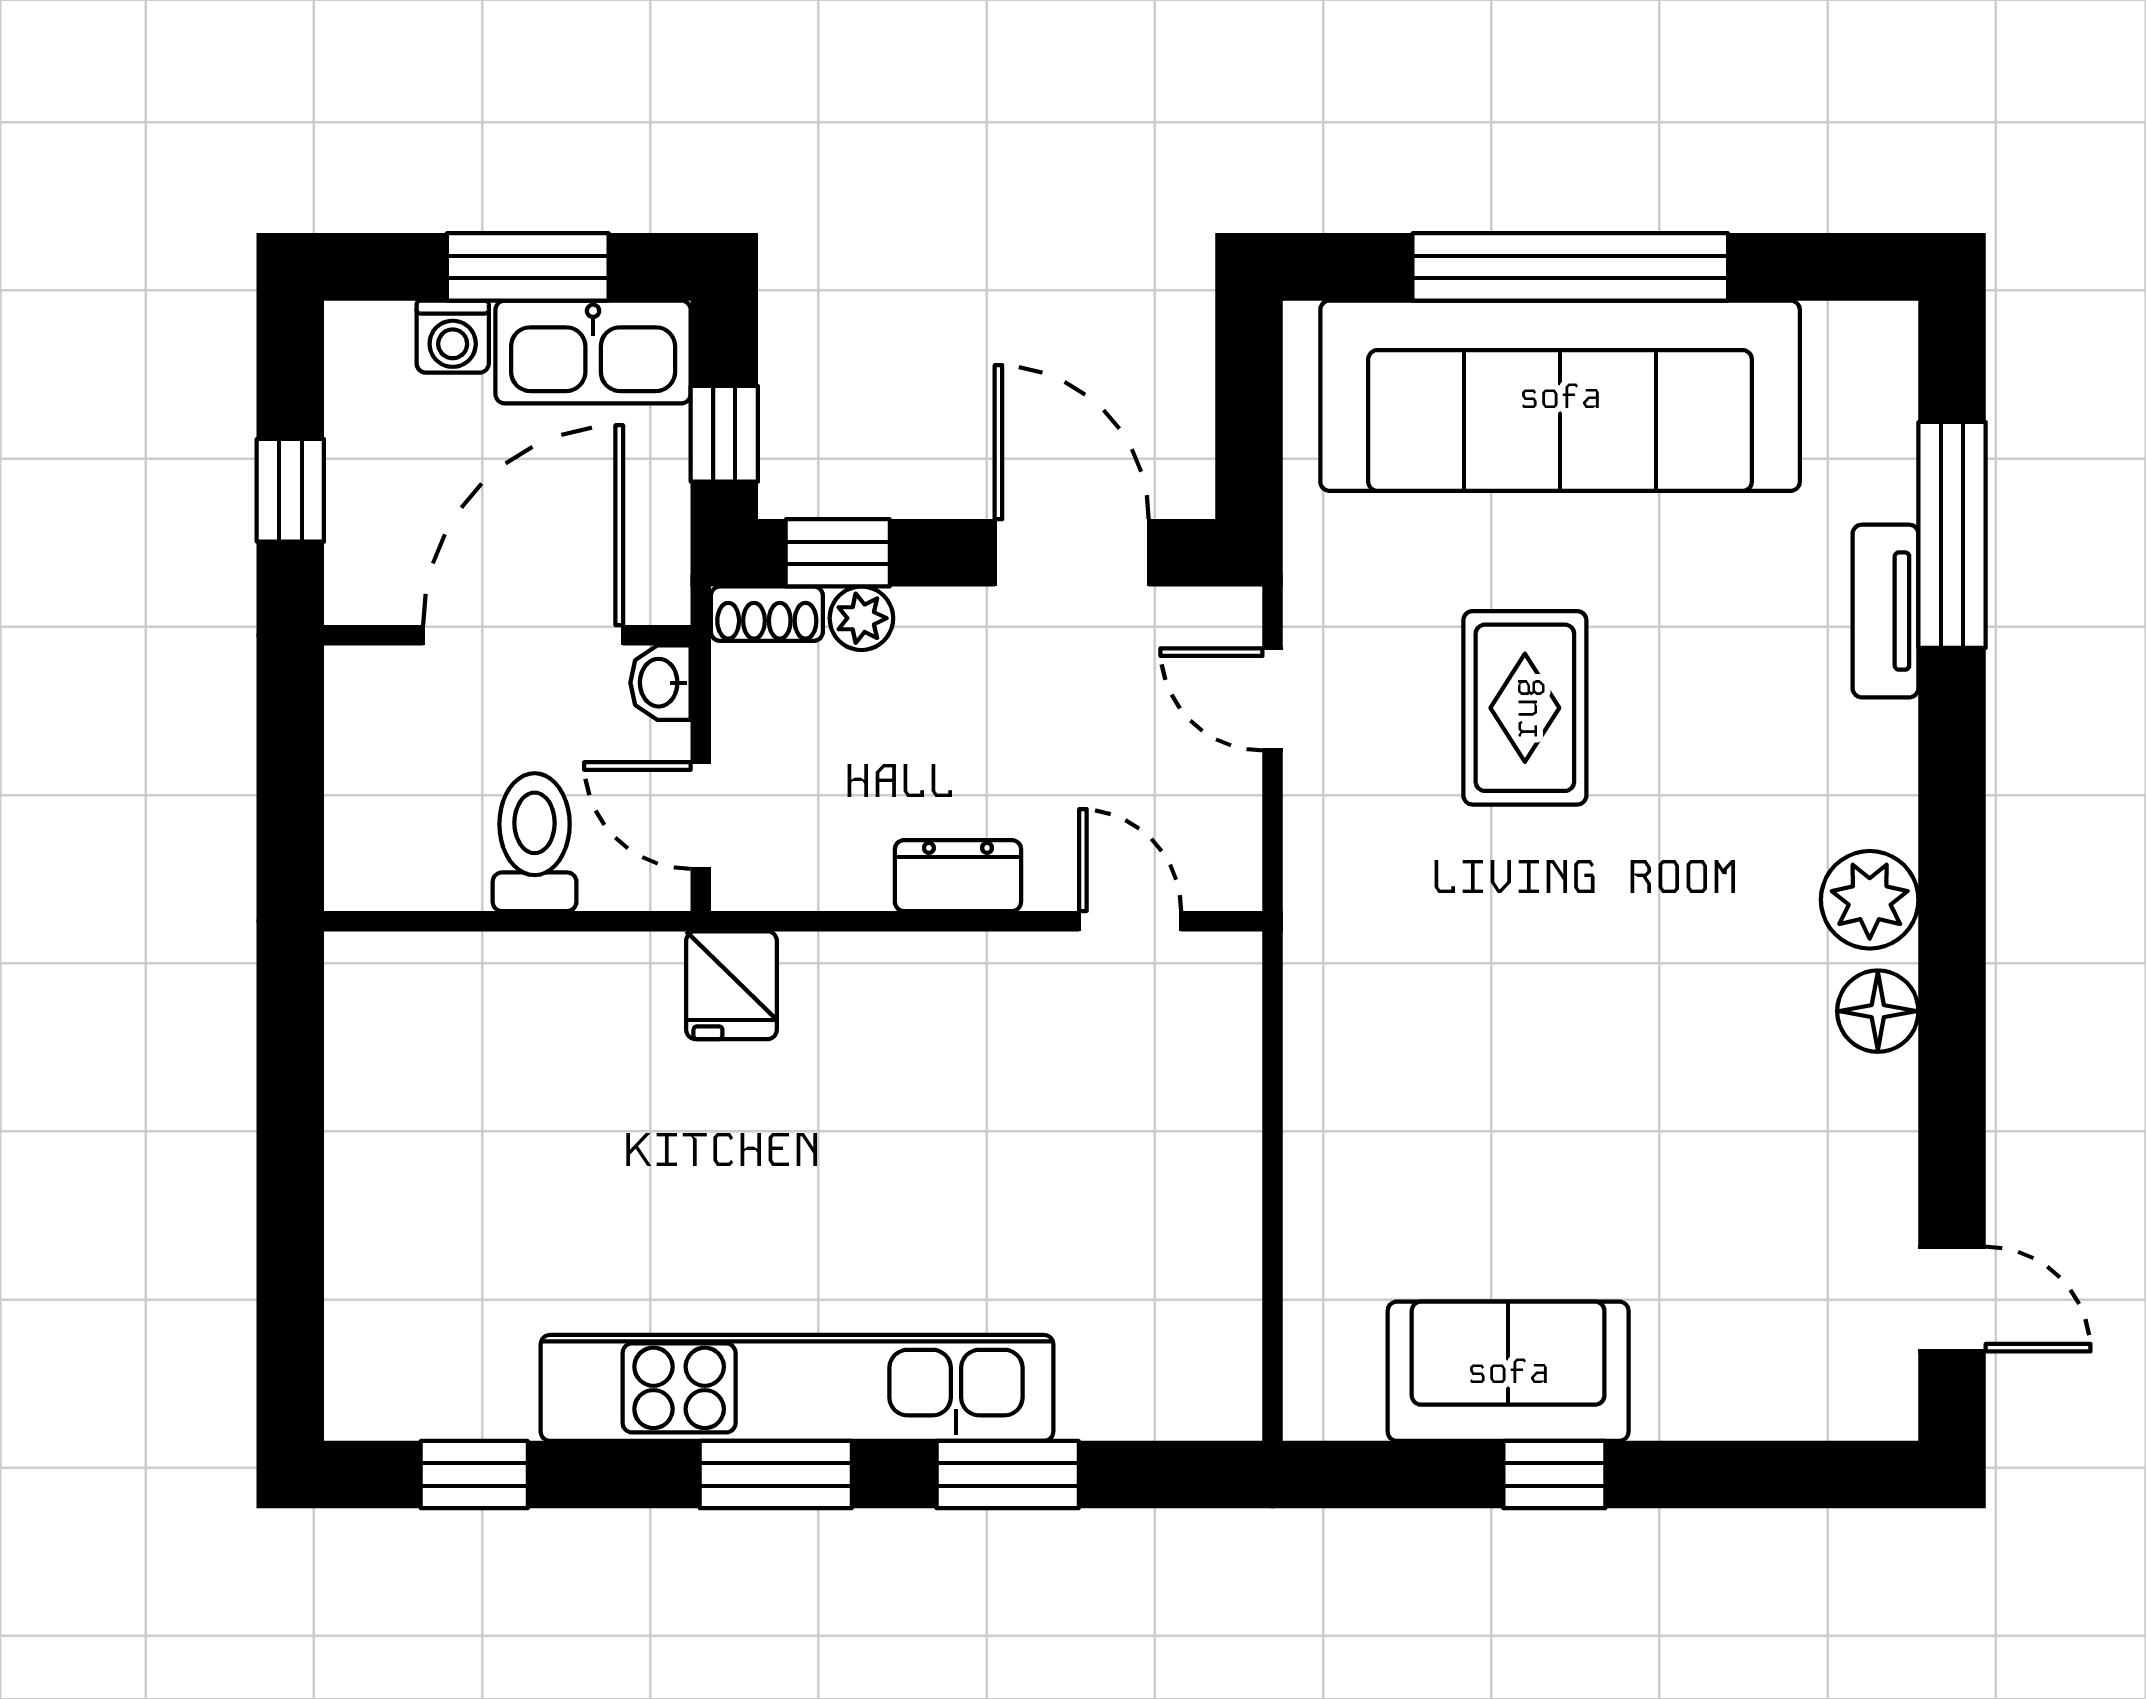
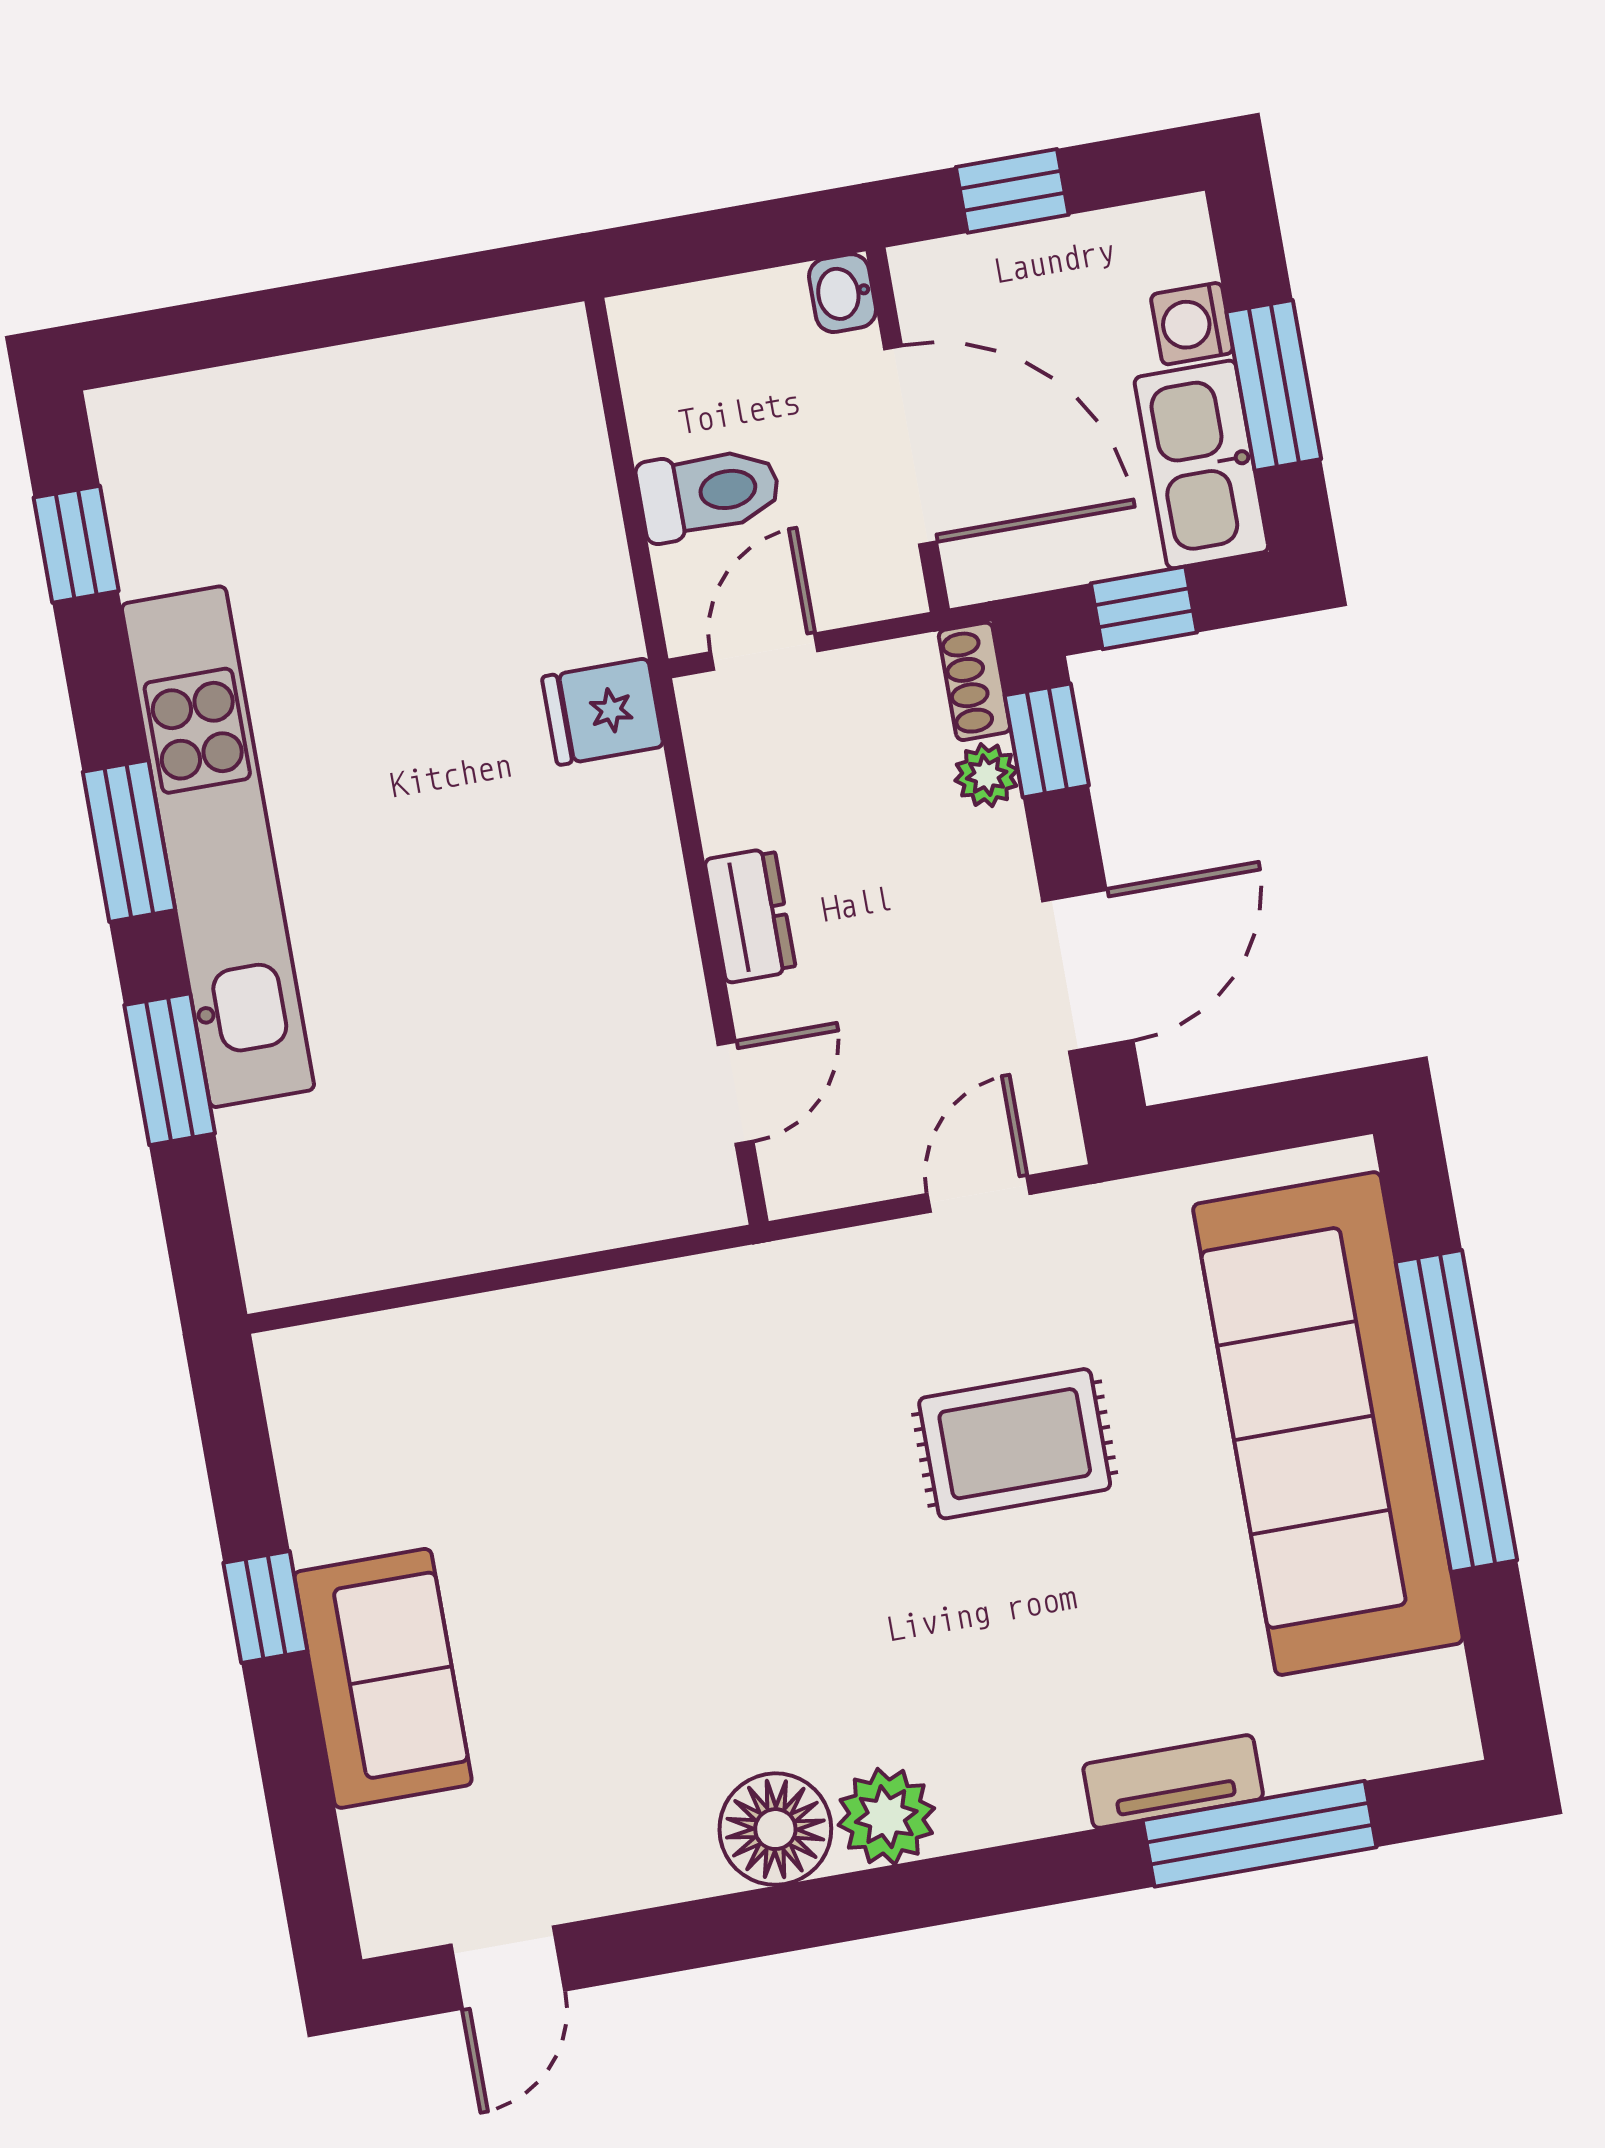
washbasin: (660, 683) -> (843, 293), moved, turned -90
floor lamp: (1878, 1011) -> (775, 1829), width x1.38, depth x1.38
sofa: (1508, 1371) -> (383, 1678), moved

